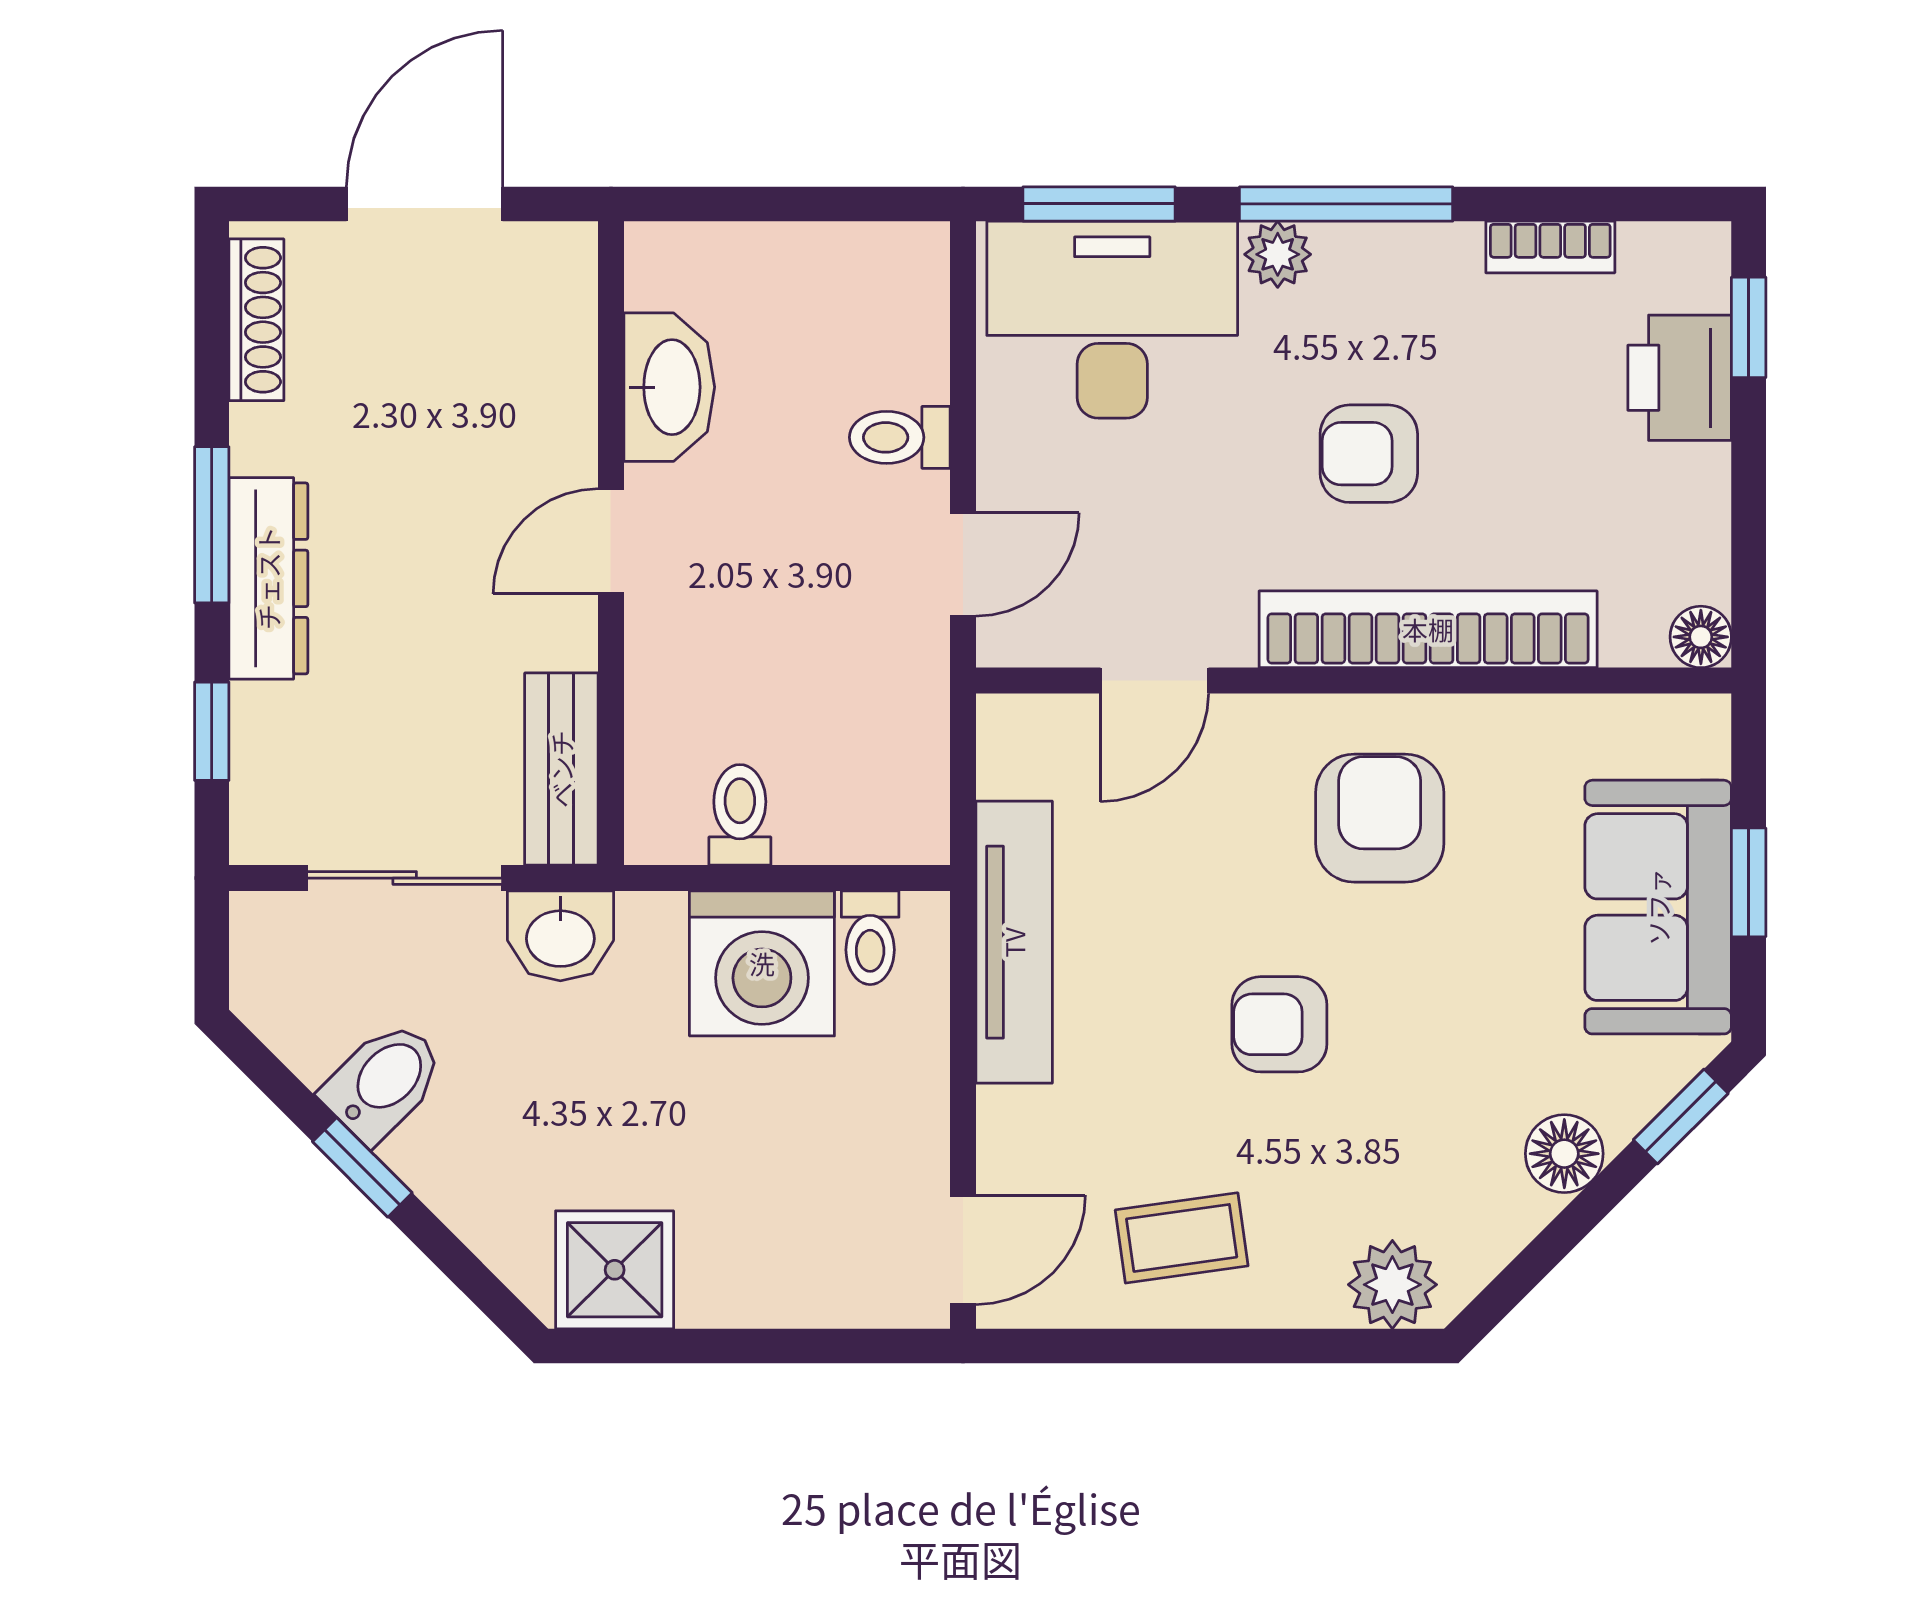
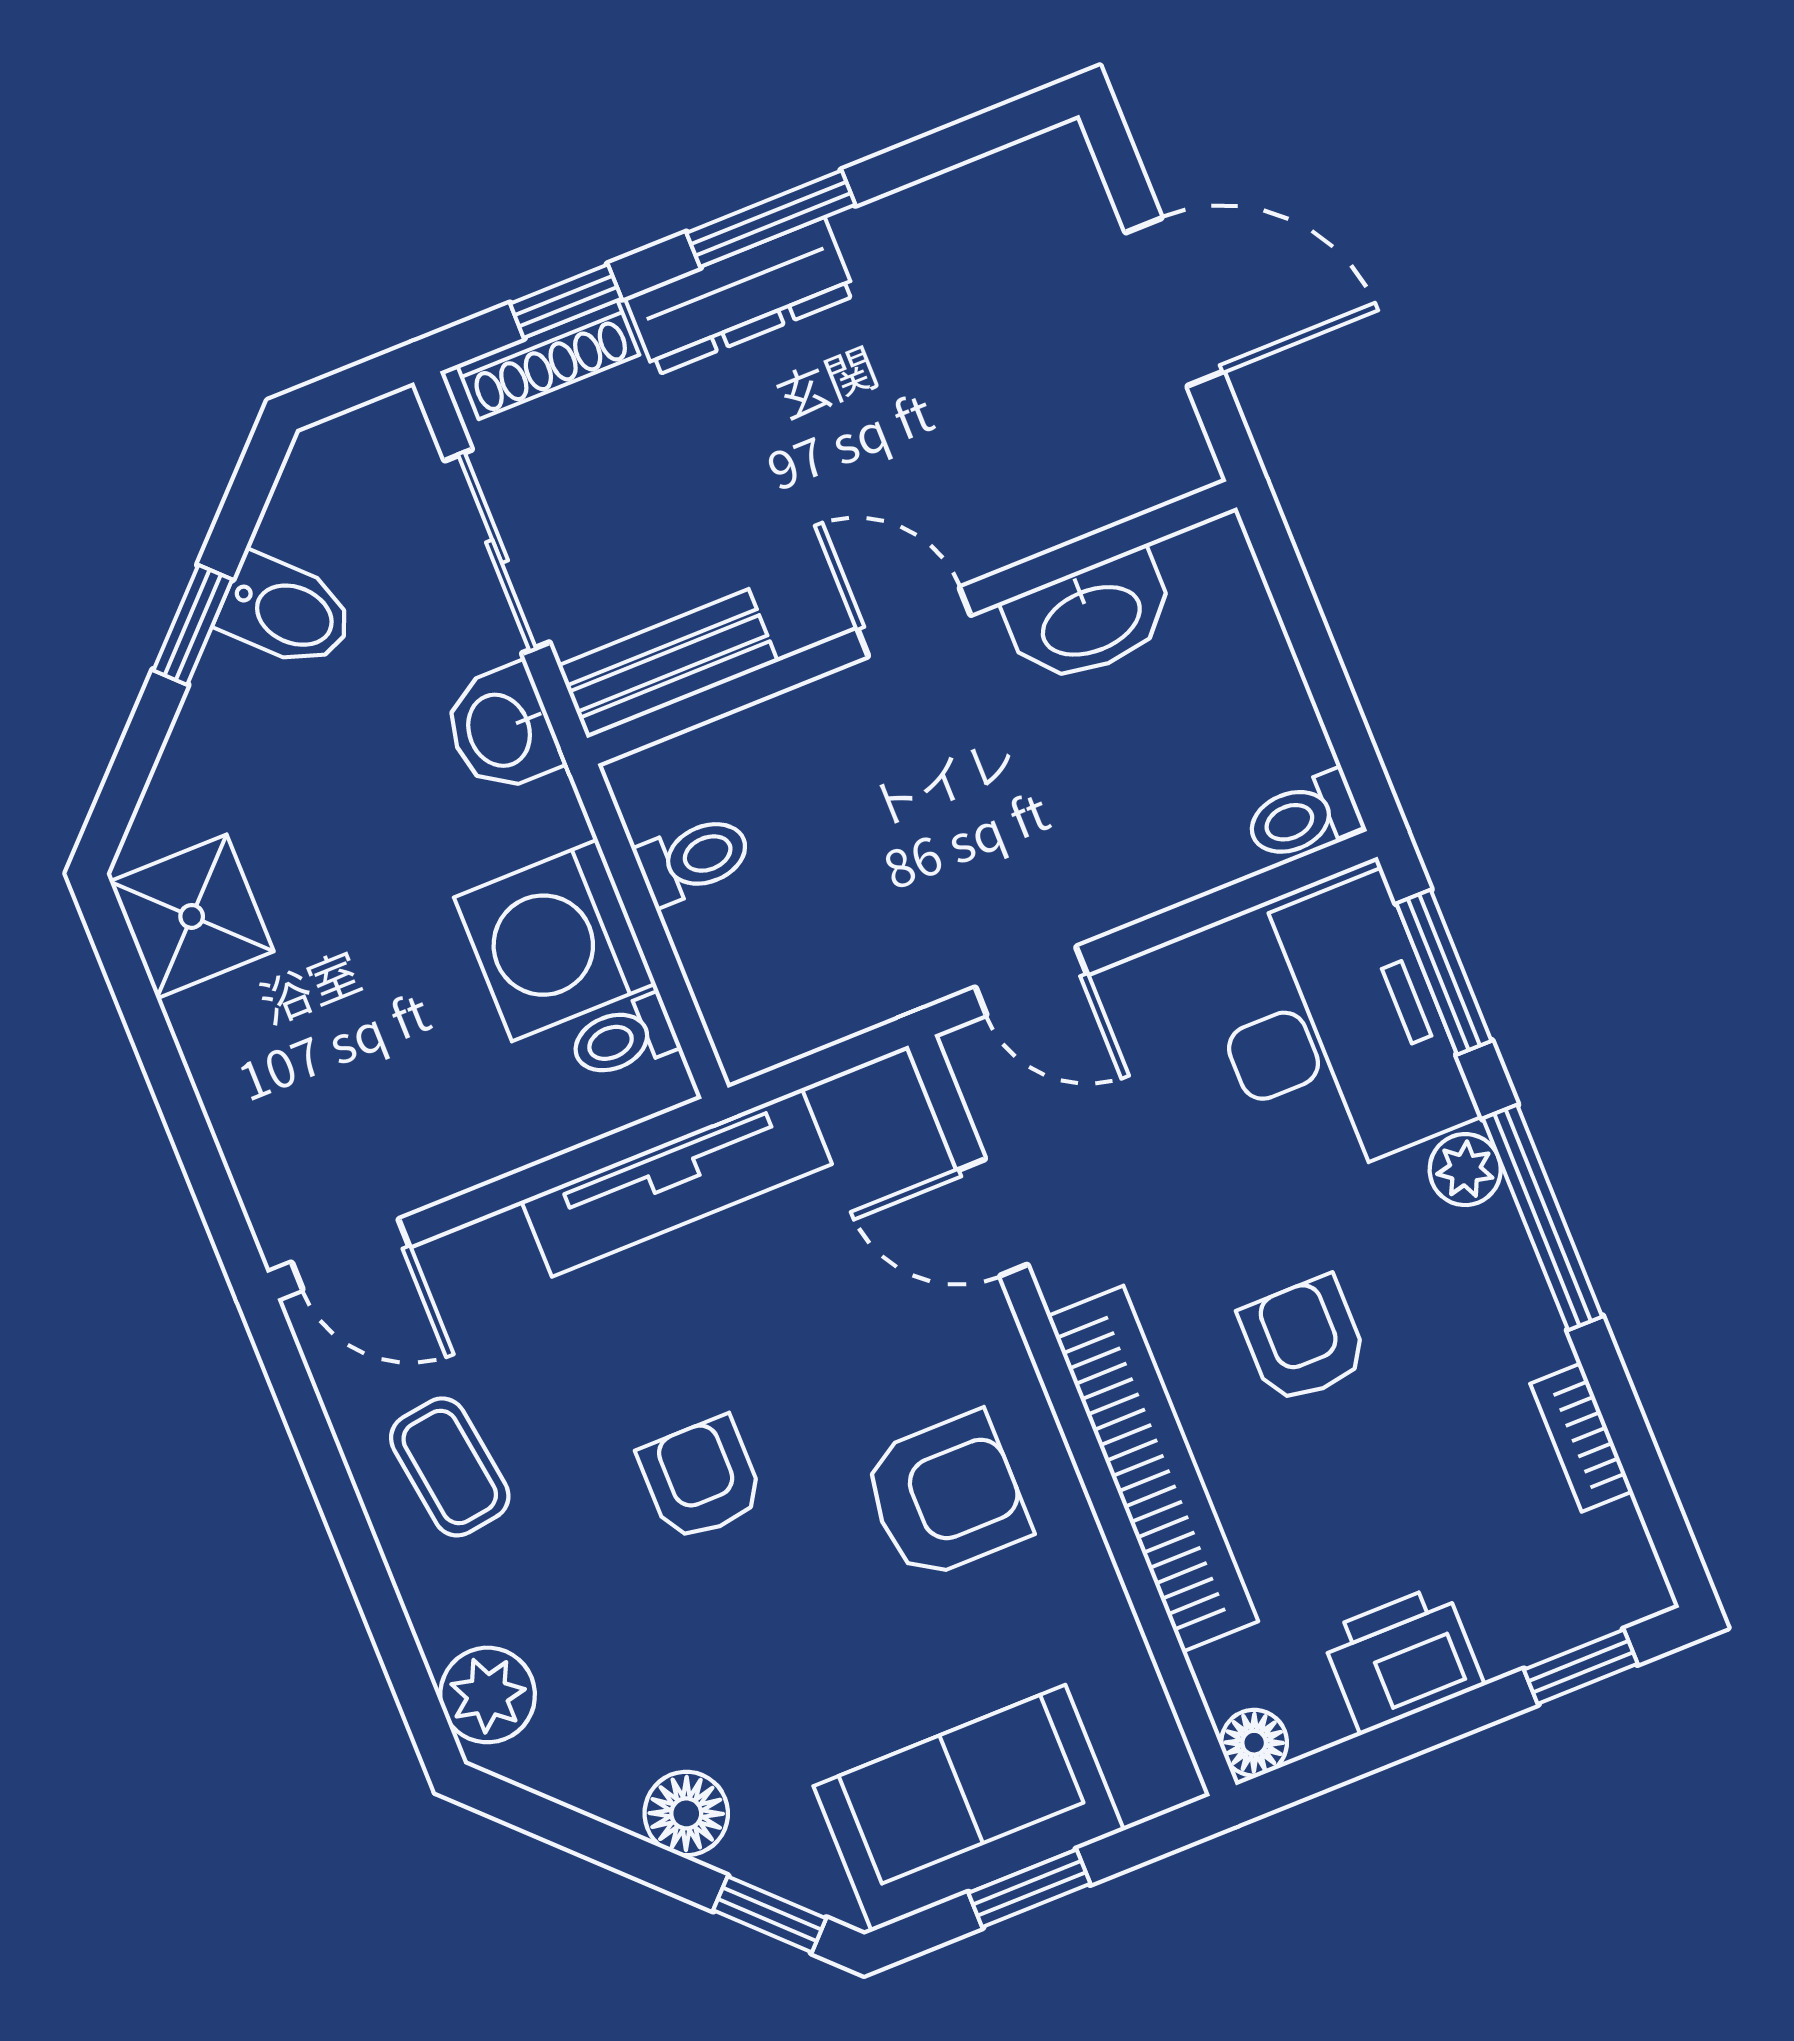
shoe rack: (256, 320) -> (548, 360), moved
printer: (1680, 378) -> (1402, 1659), moved
toilet: (900, 437) -> (1303, 817), moved, turned -90

